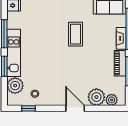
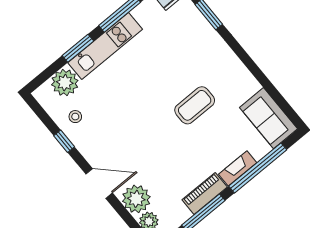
window: (28, 108) -> (64, 141), moved
door: (75, 108) -> (99, 183), hinge flipped

